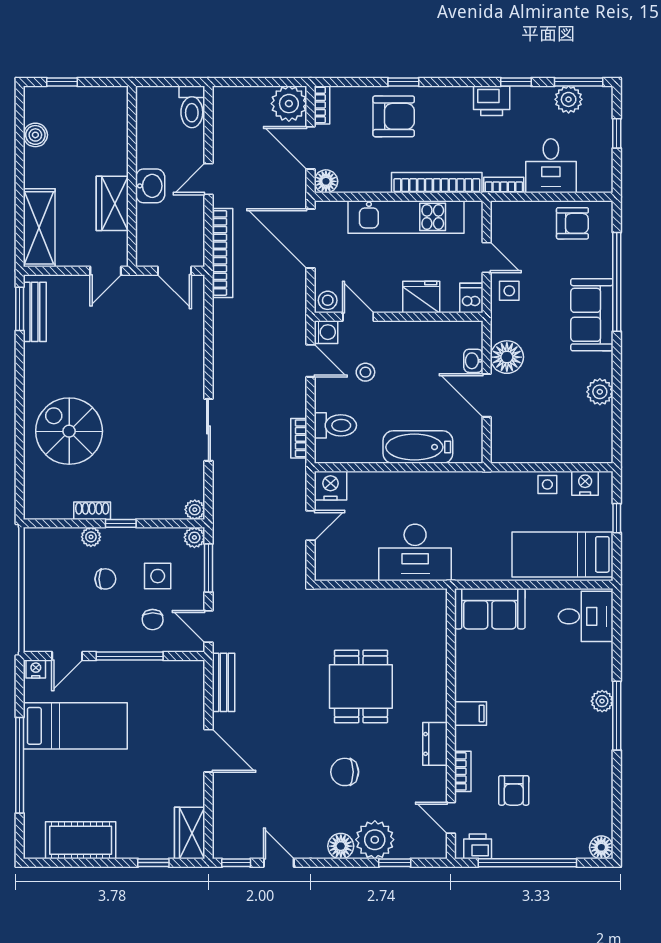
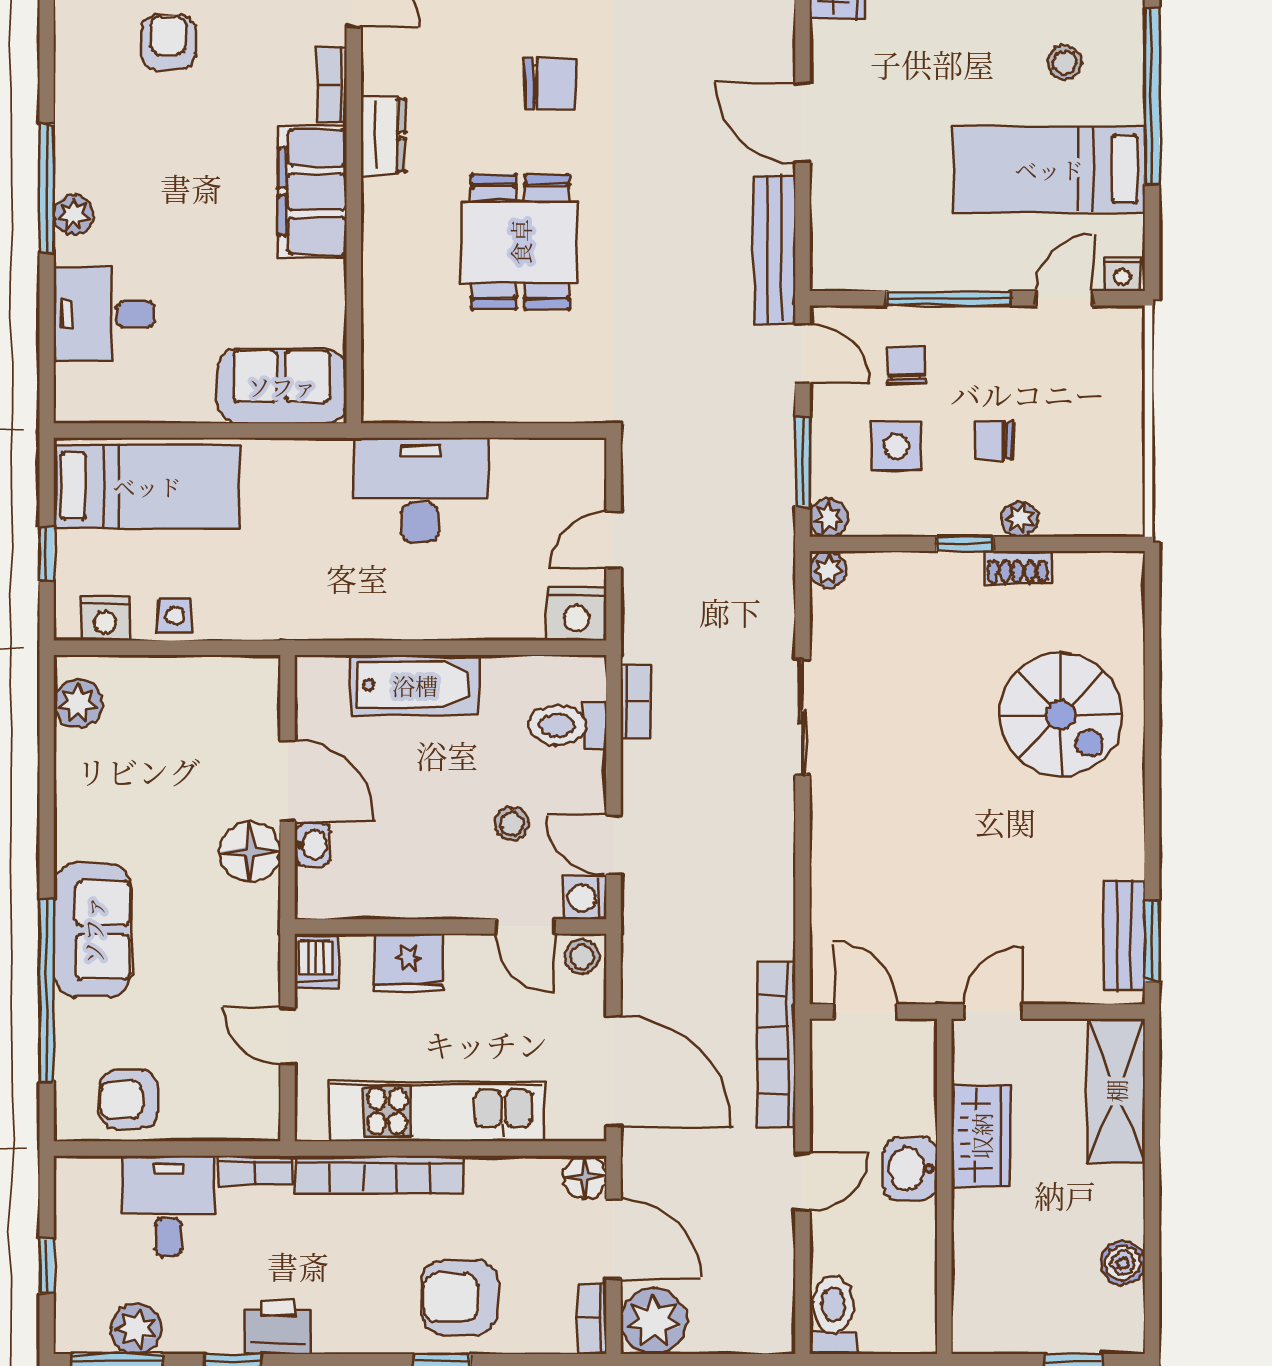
side table: (509, 291) -> (246, 974), removed
plant: (600, 392) -> (78, 703), moved
desk: (586, 616) -> (104, 314), moved
bench: (223, 682) -> (775, 249), width x1.36
filing cabinet: (471, 714) -> (312, 192), width x3.00, depth x1.17
stool: (67, 783) -> (1065, 63), added
armchair: (514, 790) -> (168, 42), moved

